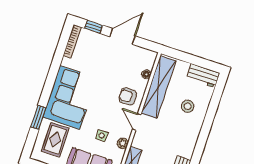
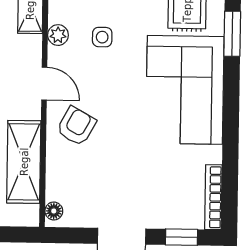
floor lamp: (146, 74) -> (54, 211), moved
shelving: (158, 87) -> (24, 162), width x0.68
armchair: (128, 96) -> (76, 126), turned -61

